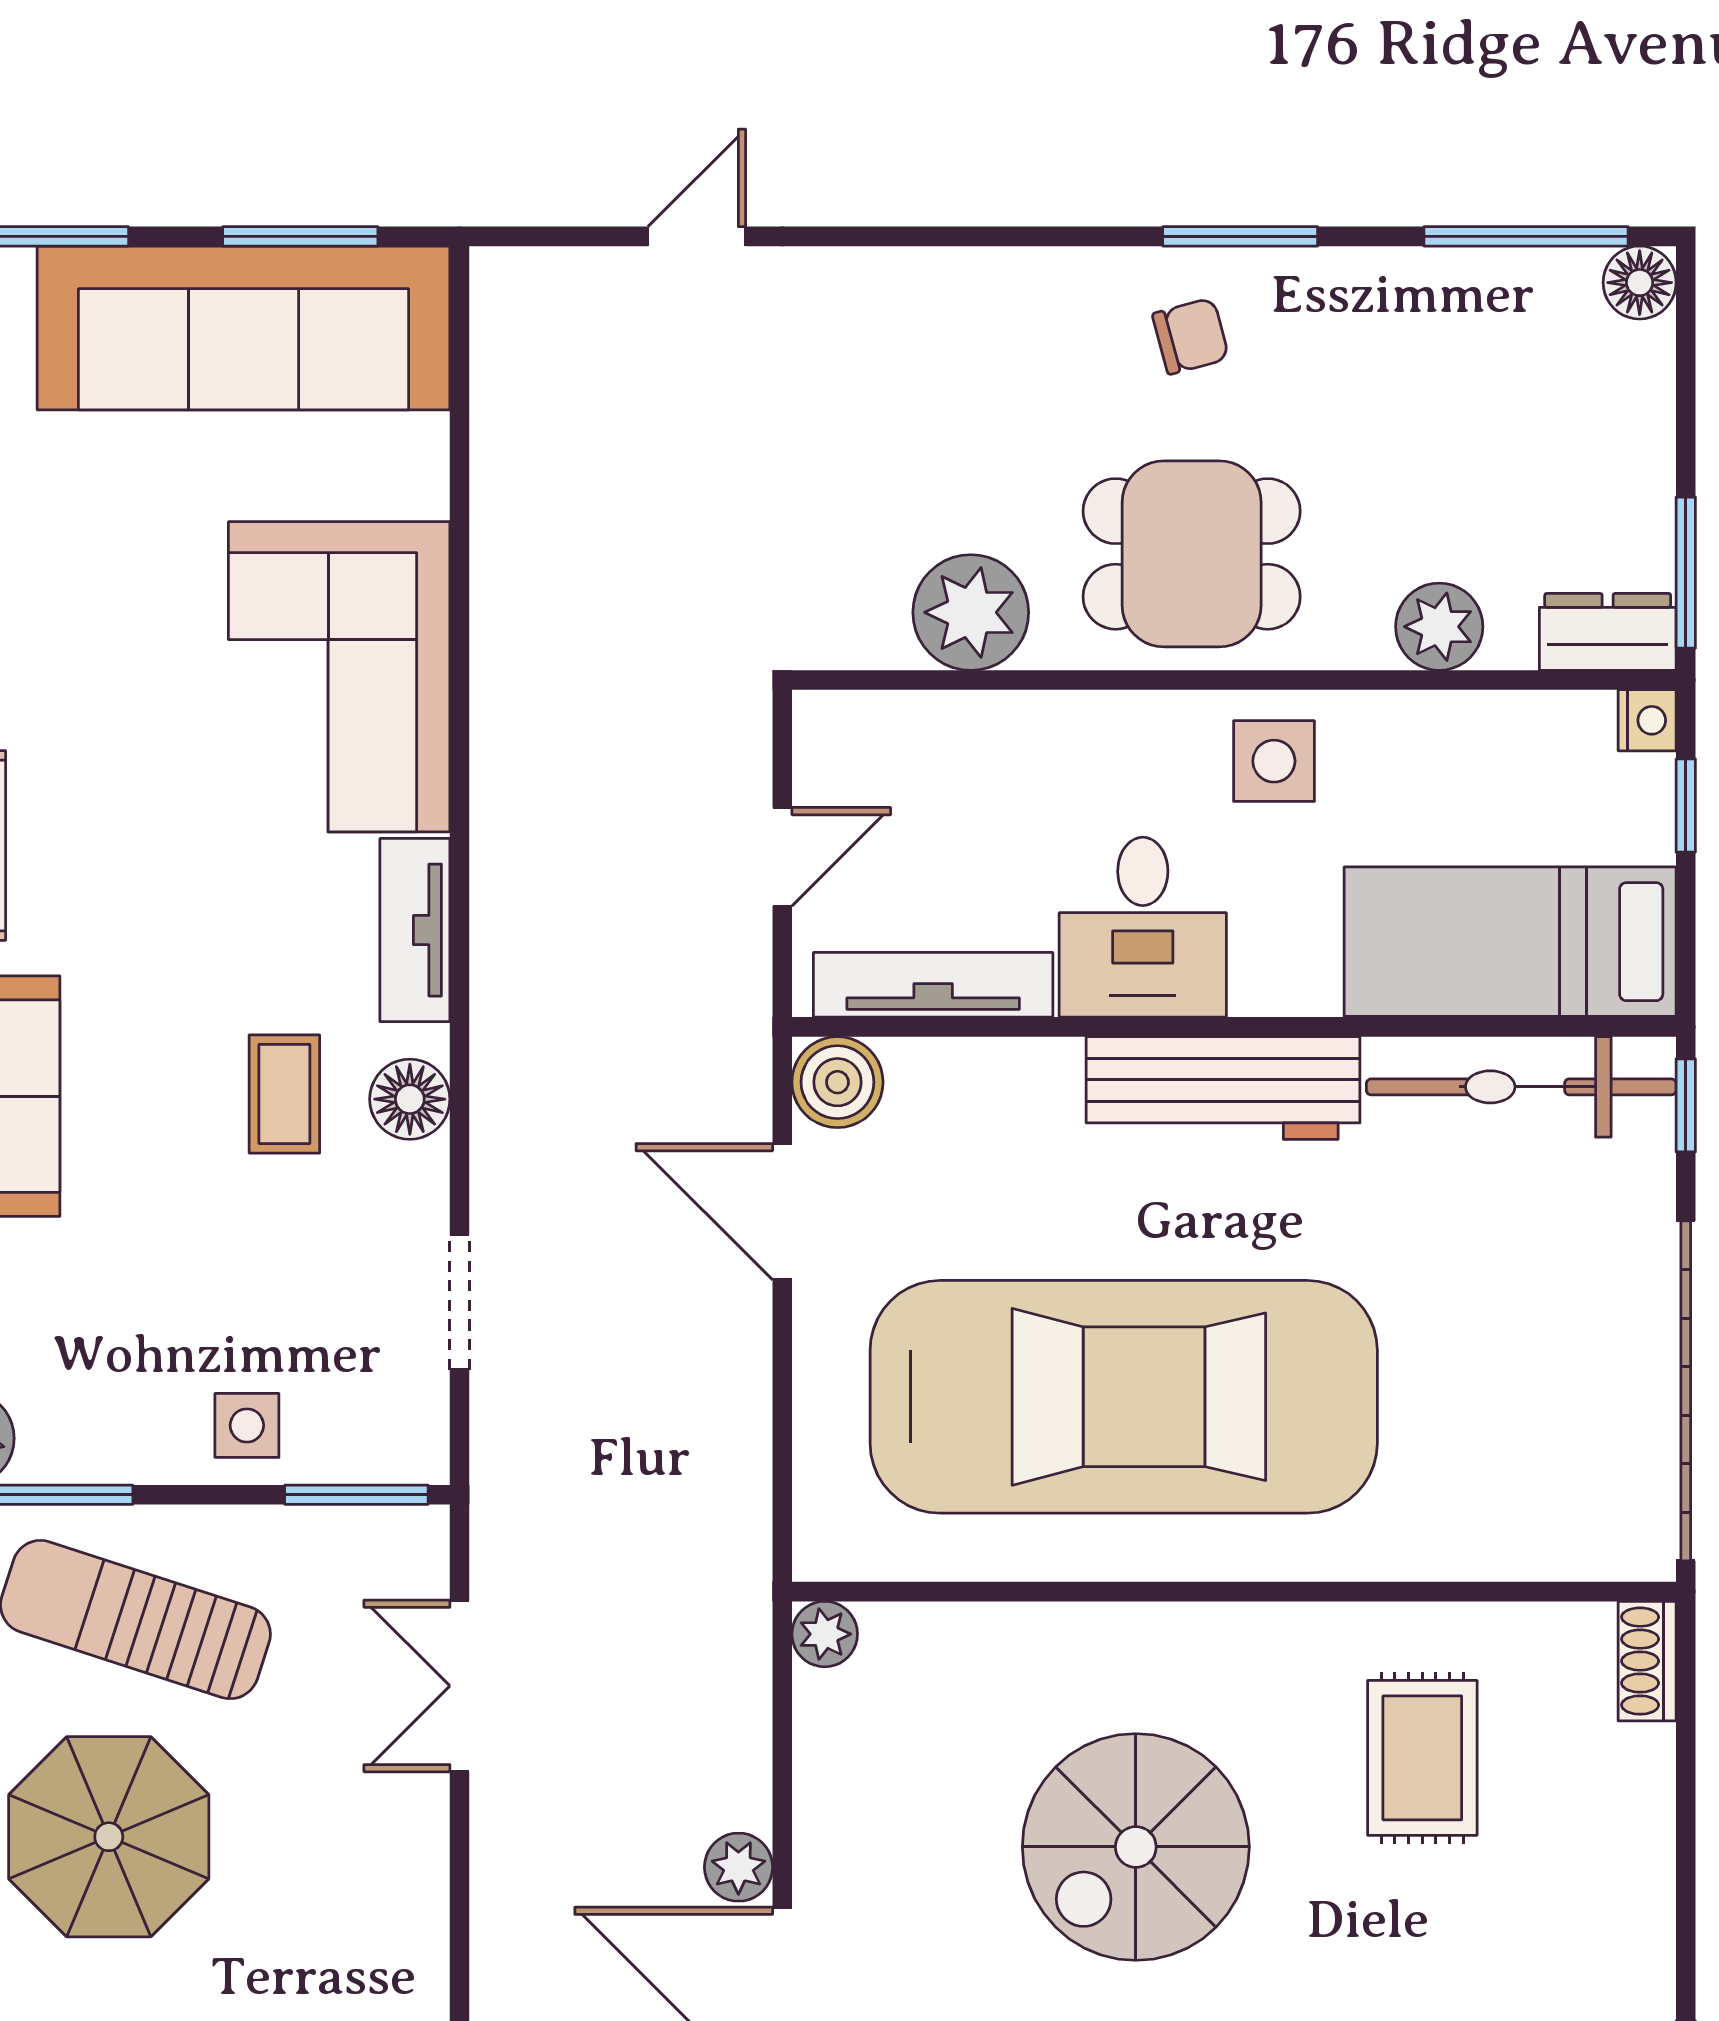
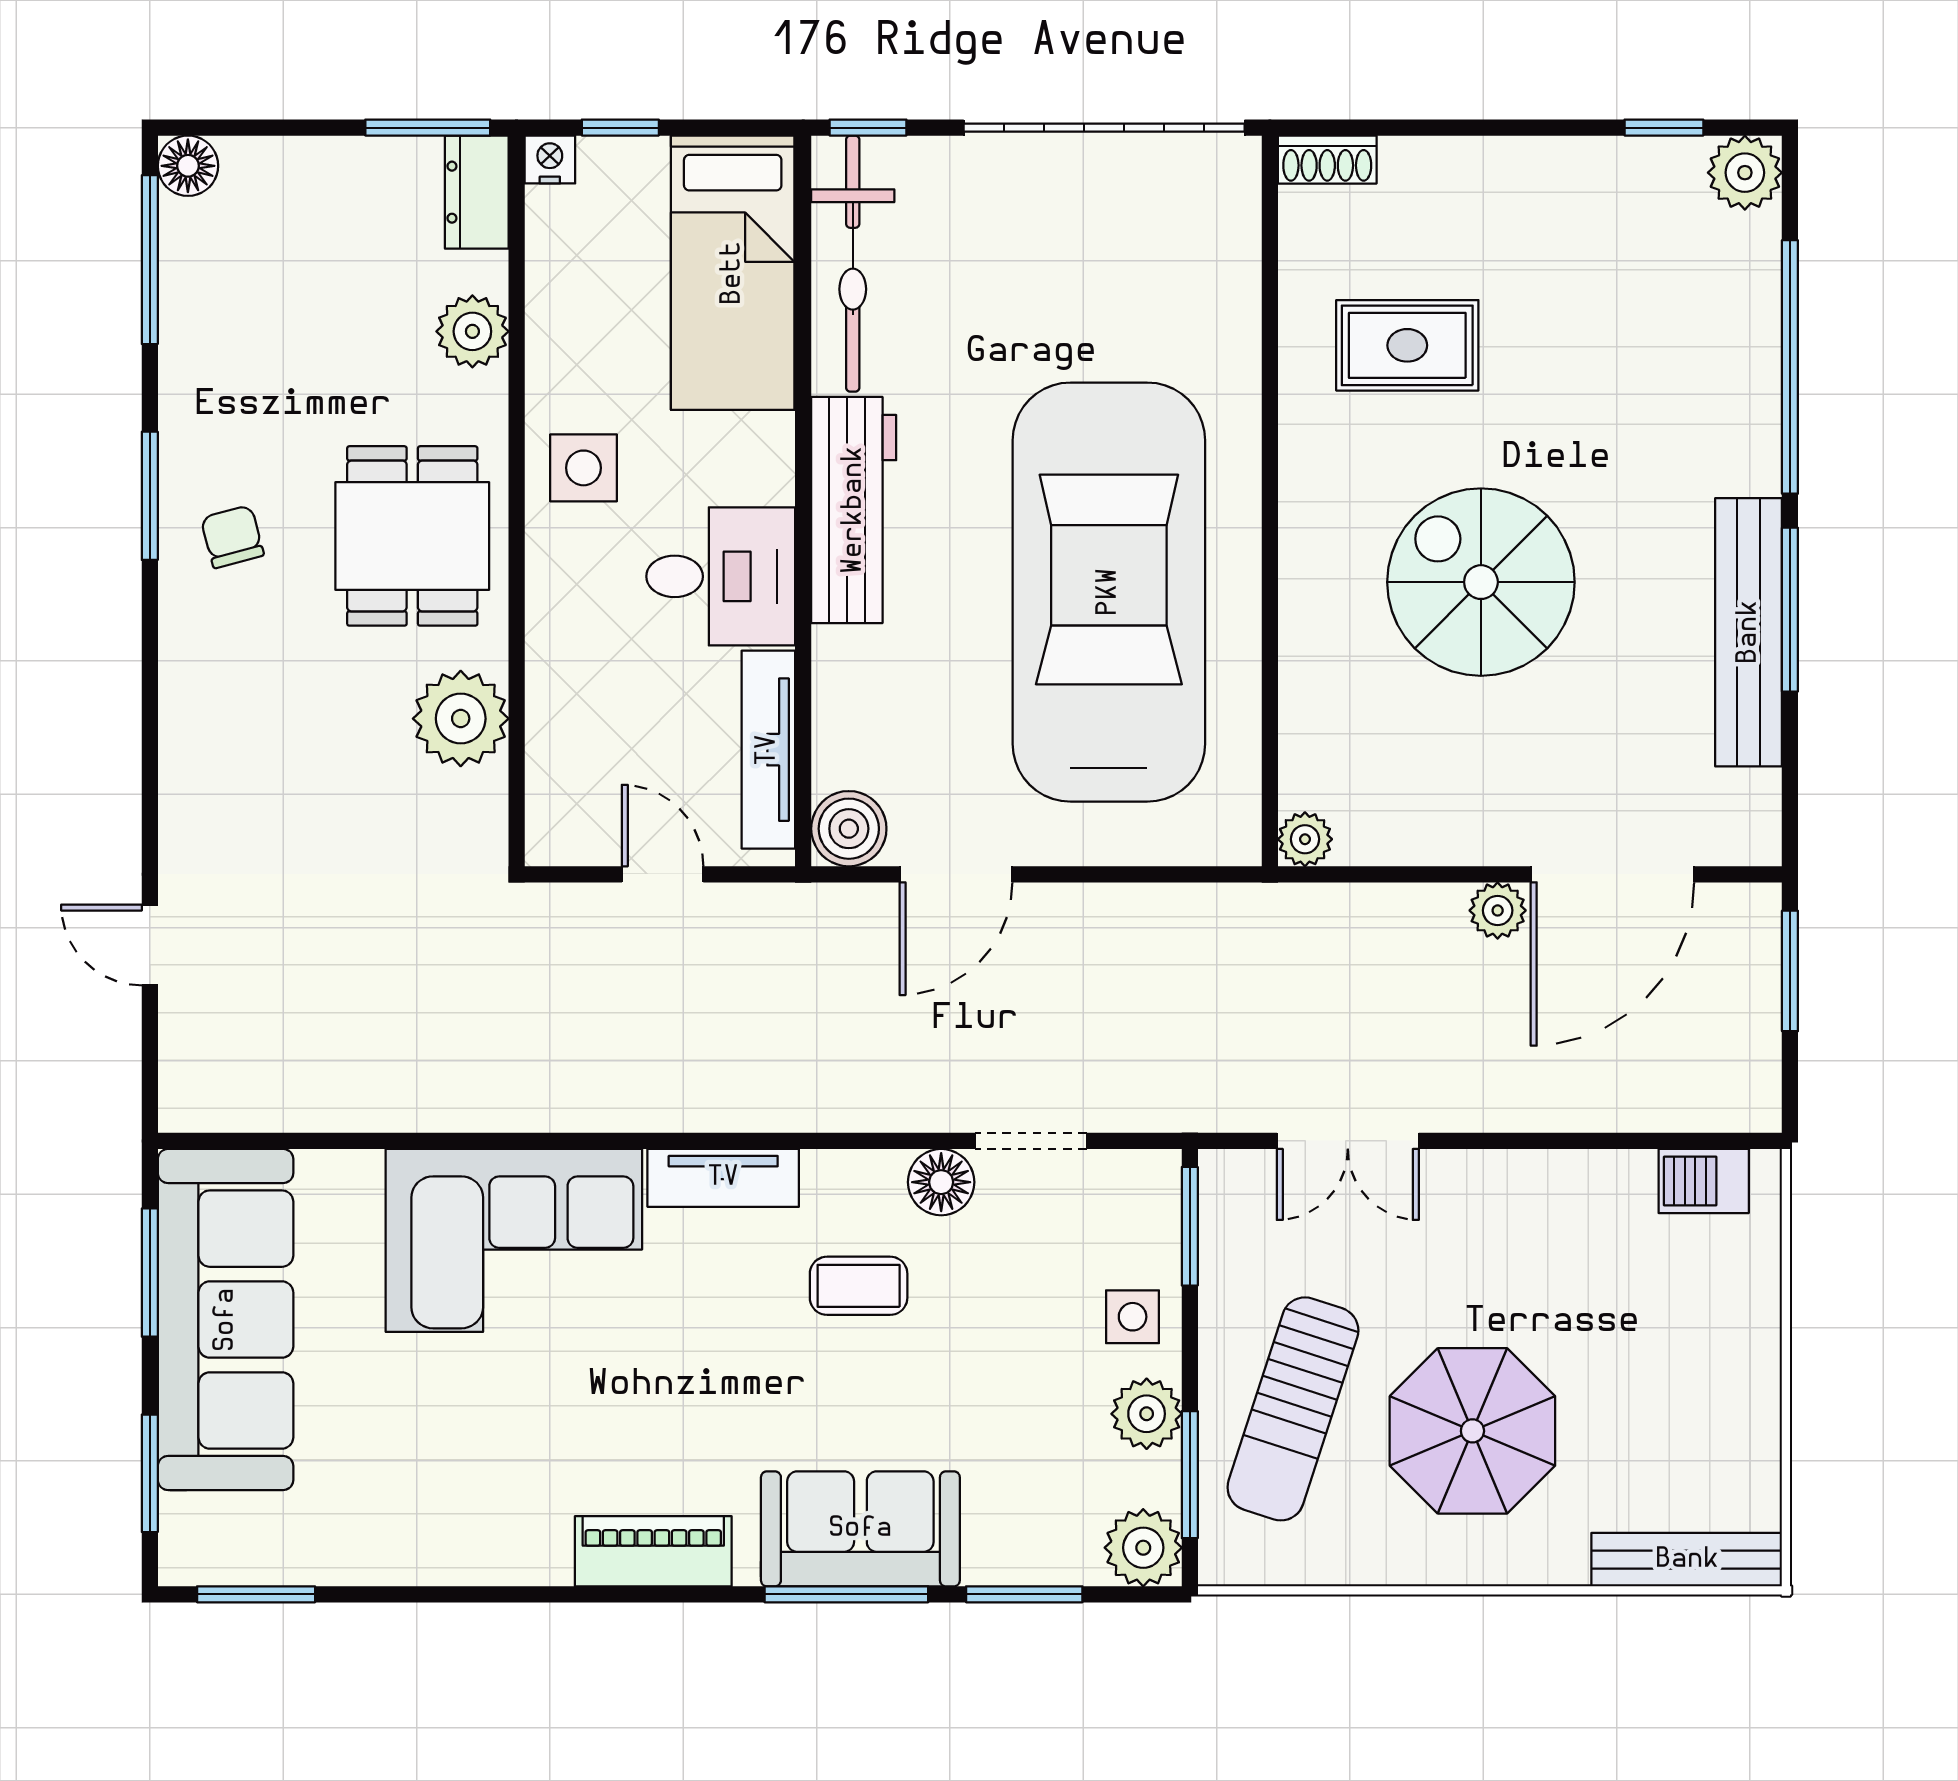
floor lamp: (410, 1099) -> (941, 1182), moved
plant: (130, 1442) -> (1147, 1414), added
spiral stairs: (1136, 1847) -> (1481, 582), turned 180

